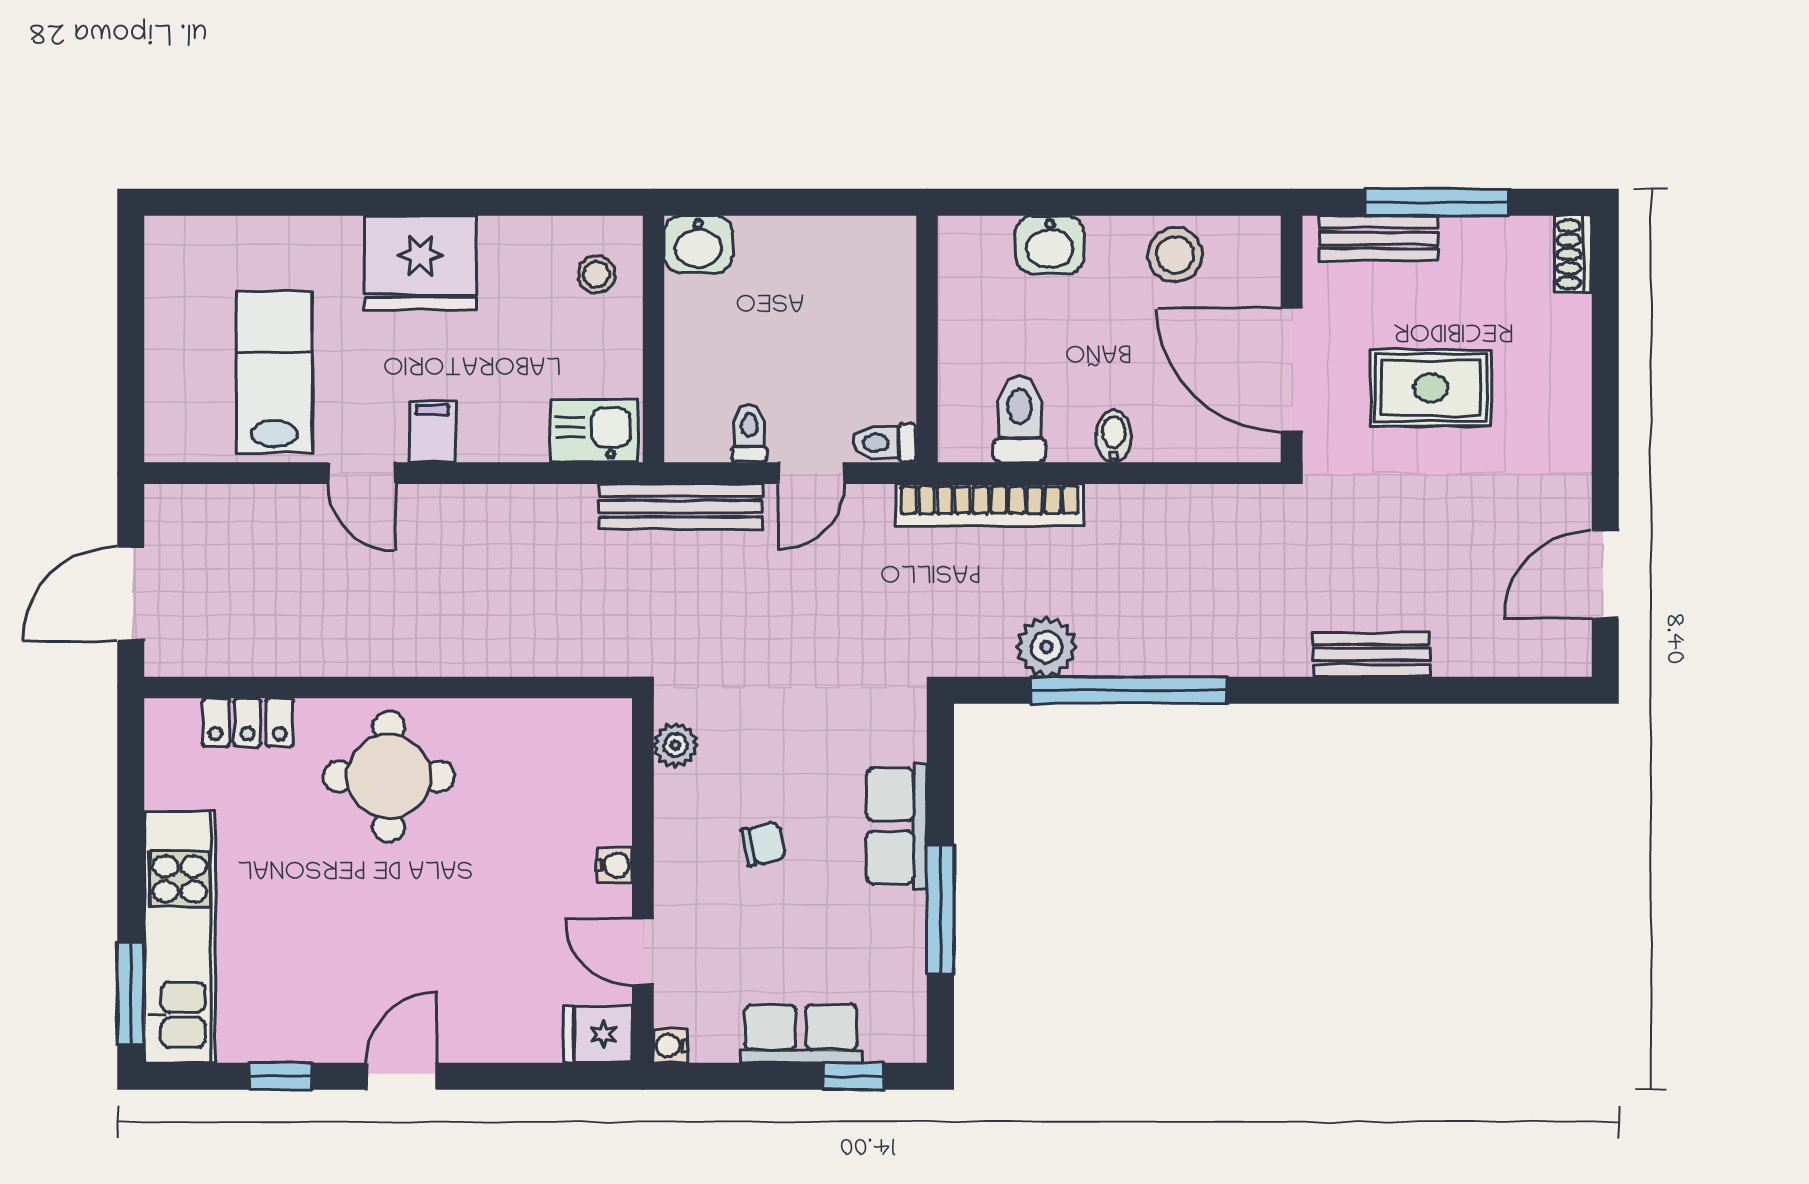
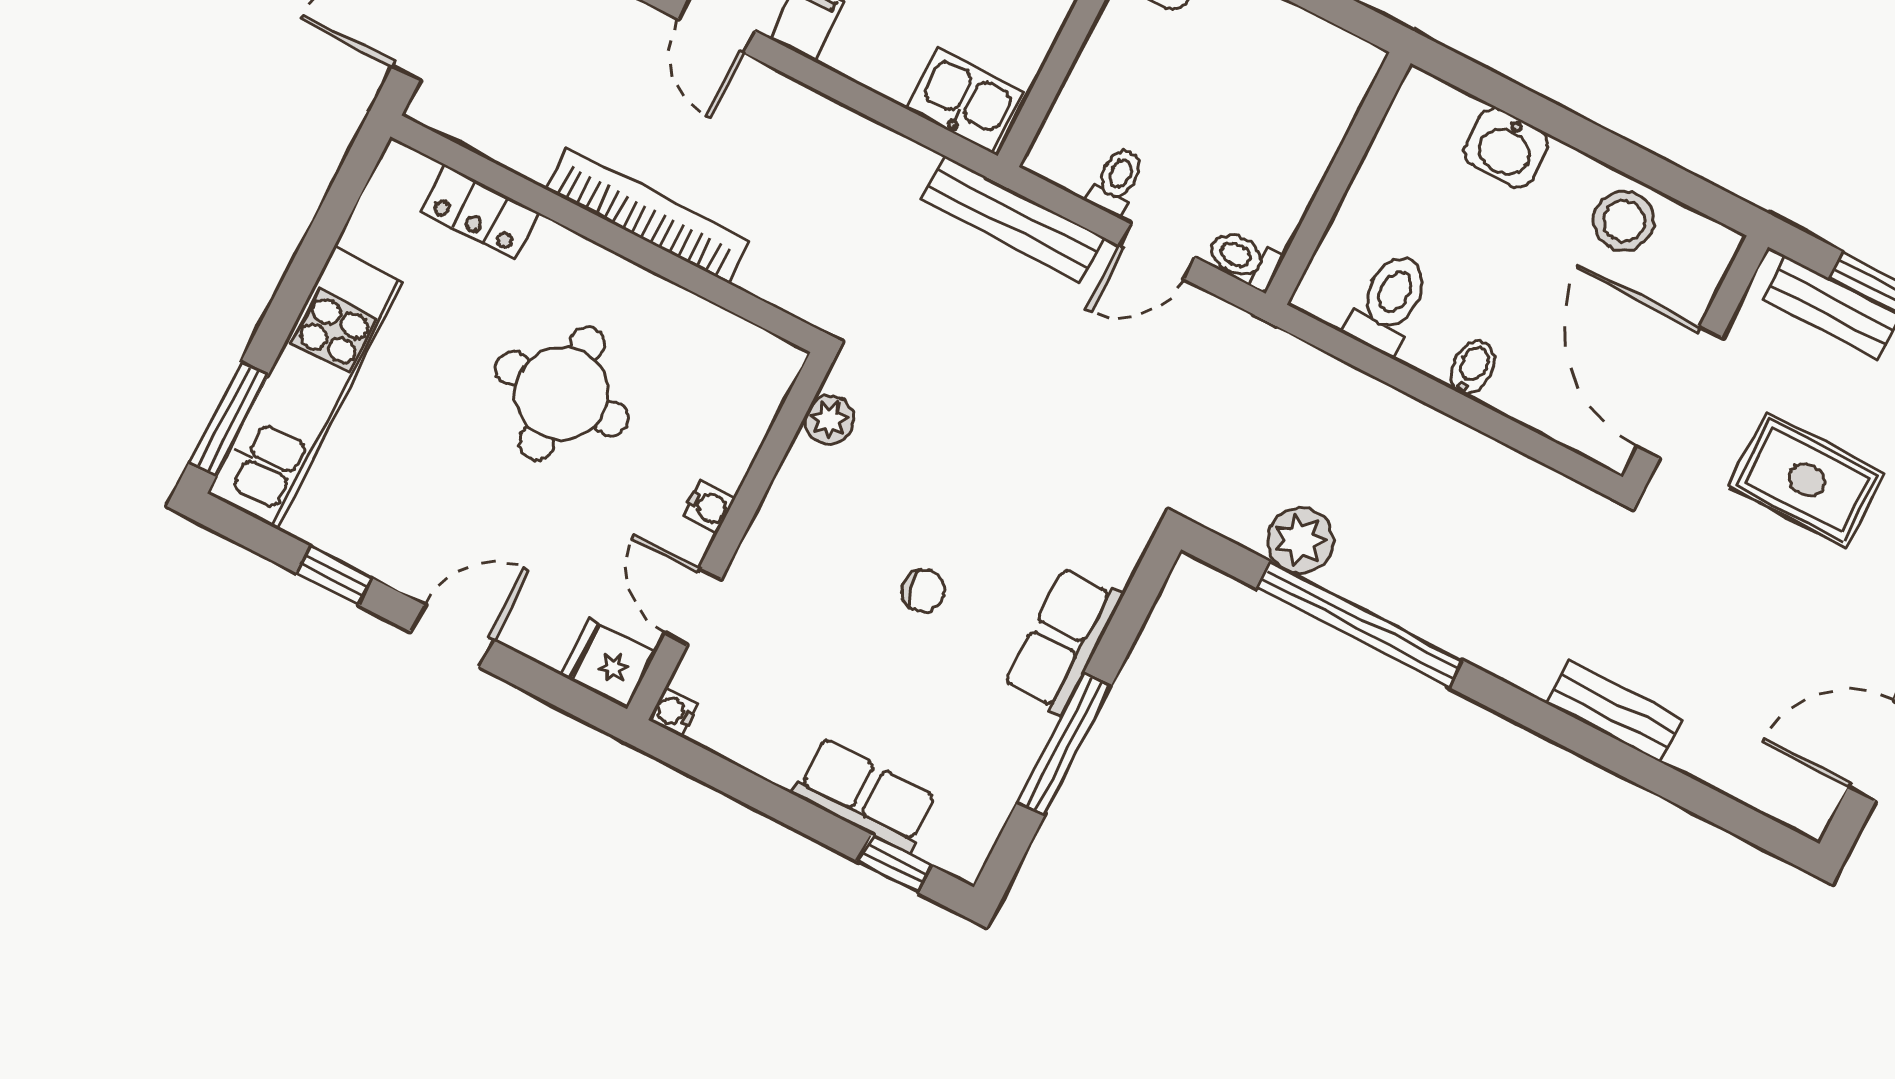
bookcase: (990, 505) -> (647, 215), moved, turned 180
plant: (675, 745) -> (830, 420), moved
round table: (389, 777) -> (562, 393), moved
water cooler: (614, 865) -> (709, 507), moved
wall: (643, 881) -> (729, 536), moved
door: (643, 952) -> (693, 606), moved
fridge: (598, 1034) -> (608, 664), moved
water cooler: (671, 1046) -> (673, 712), moved

